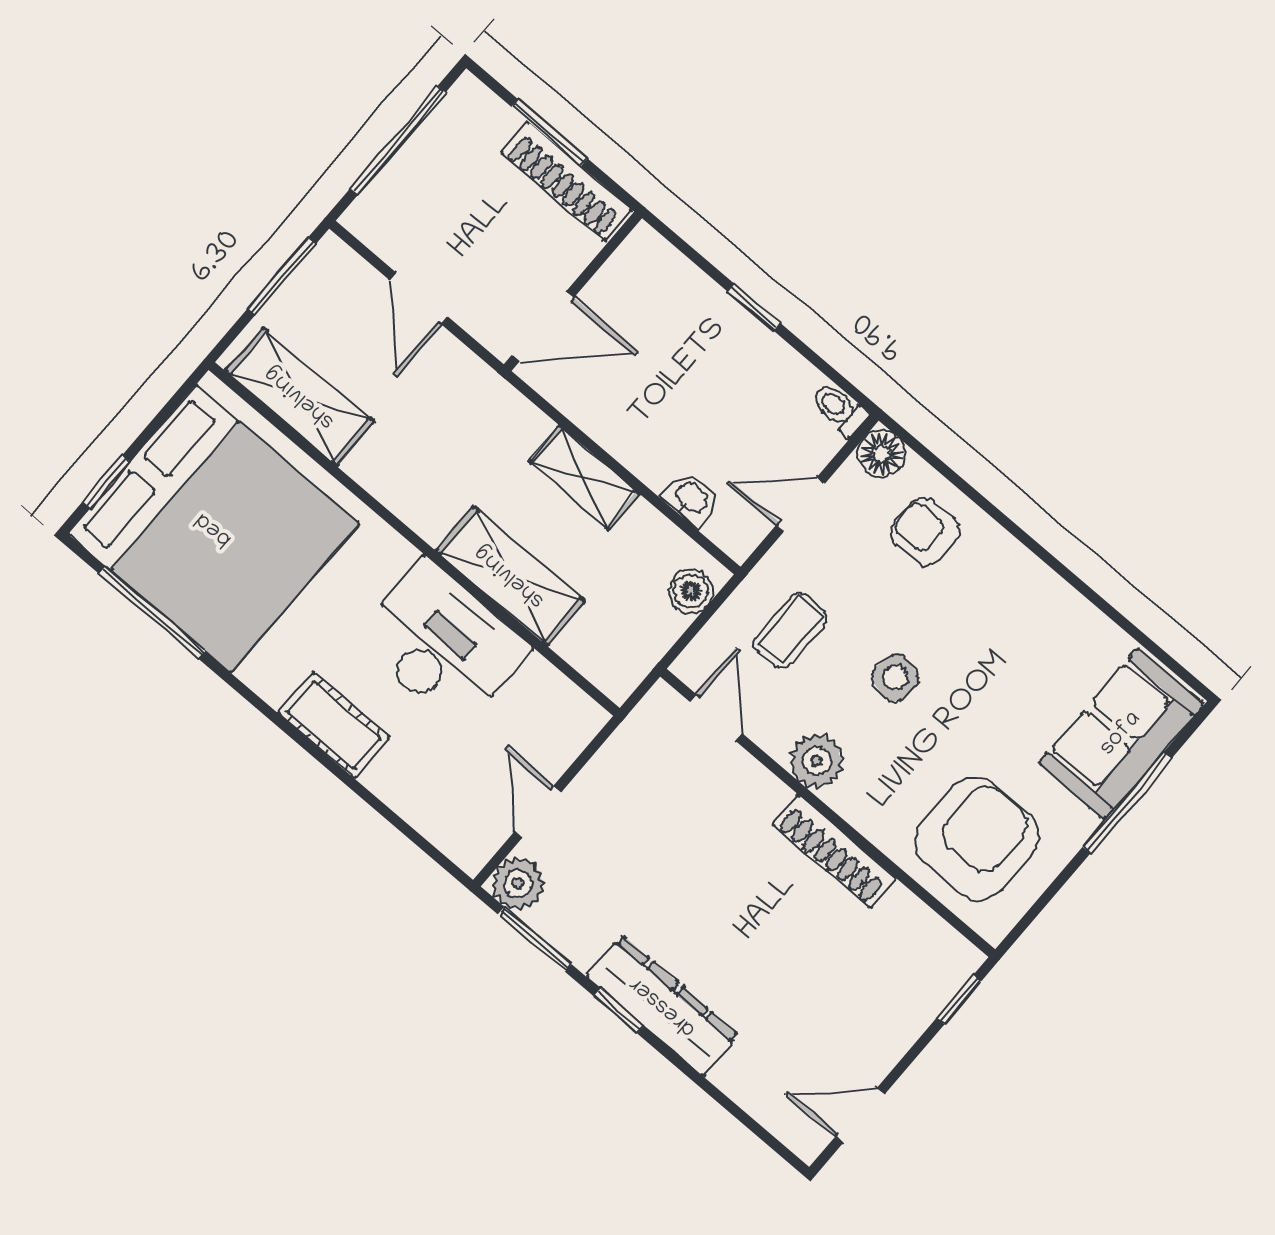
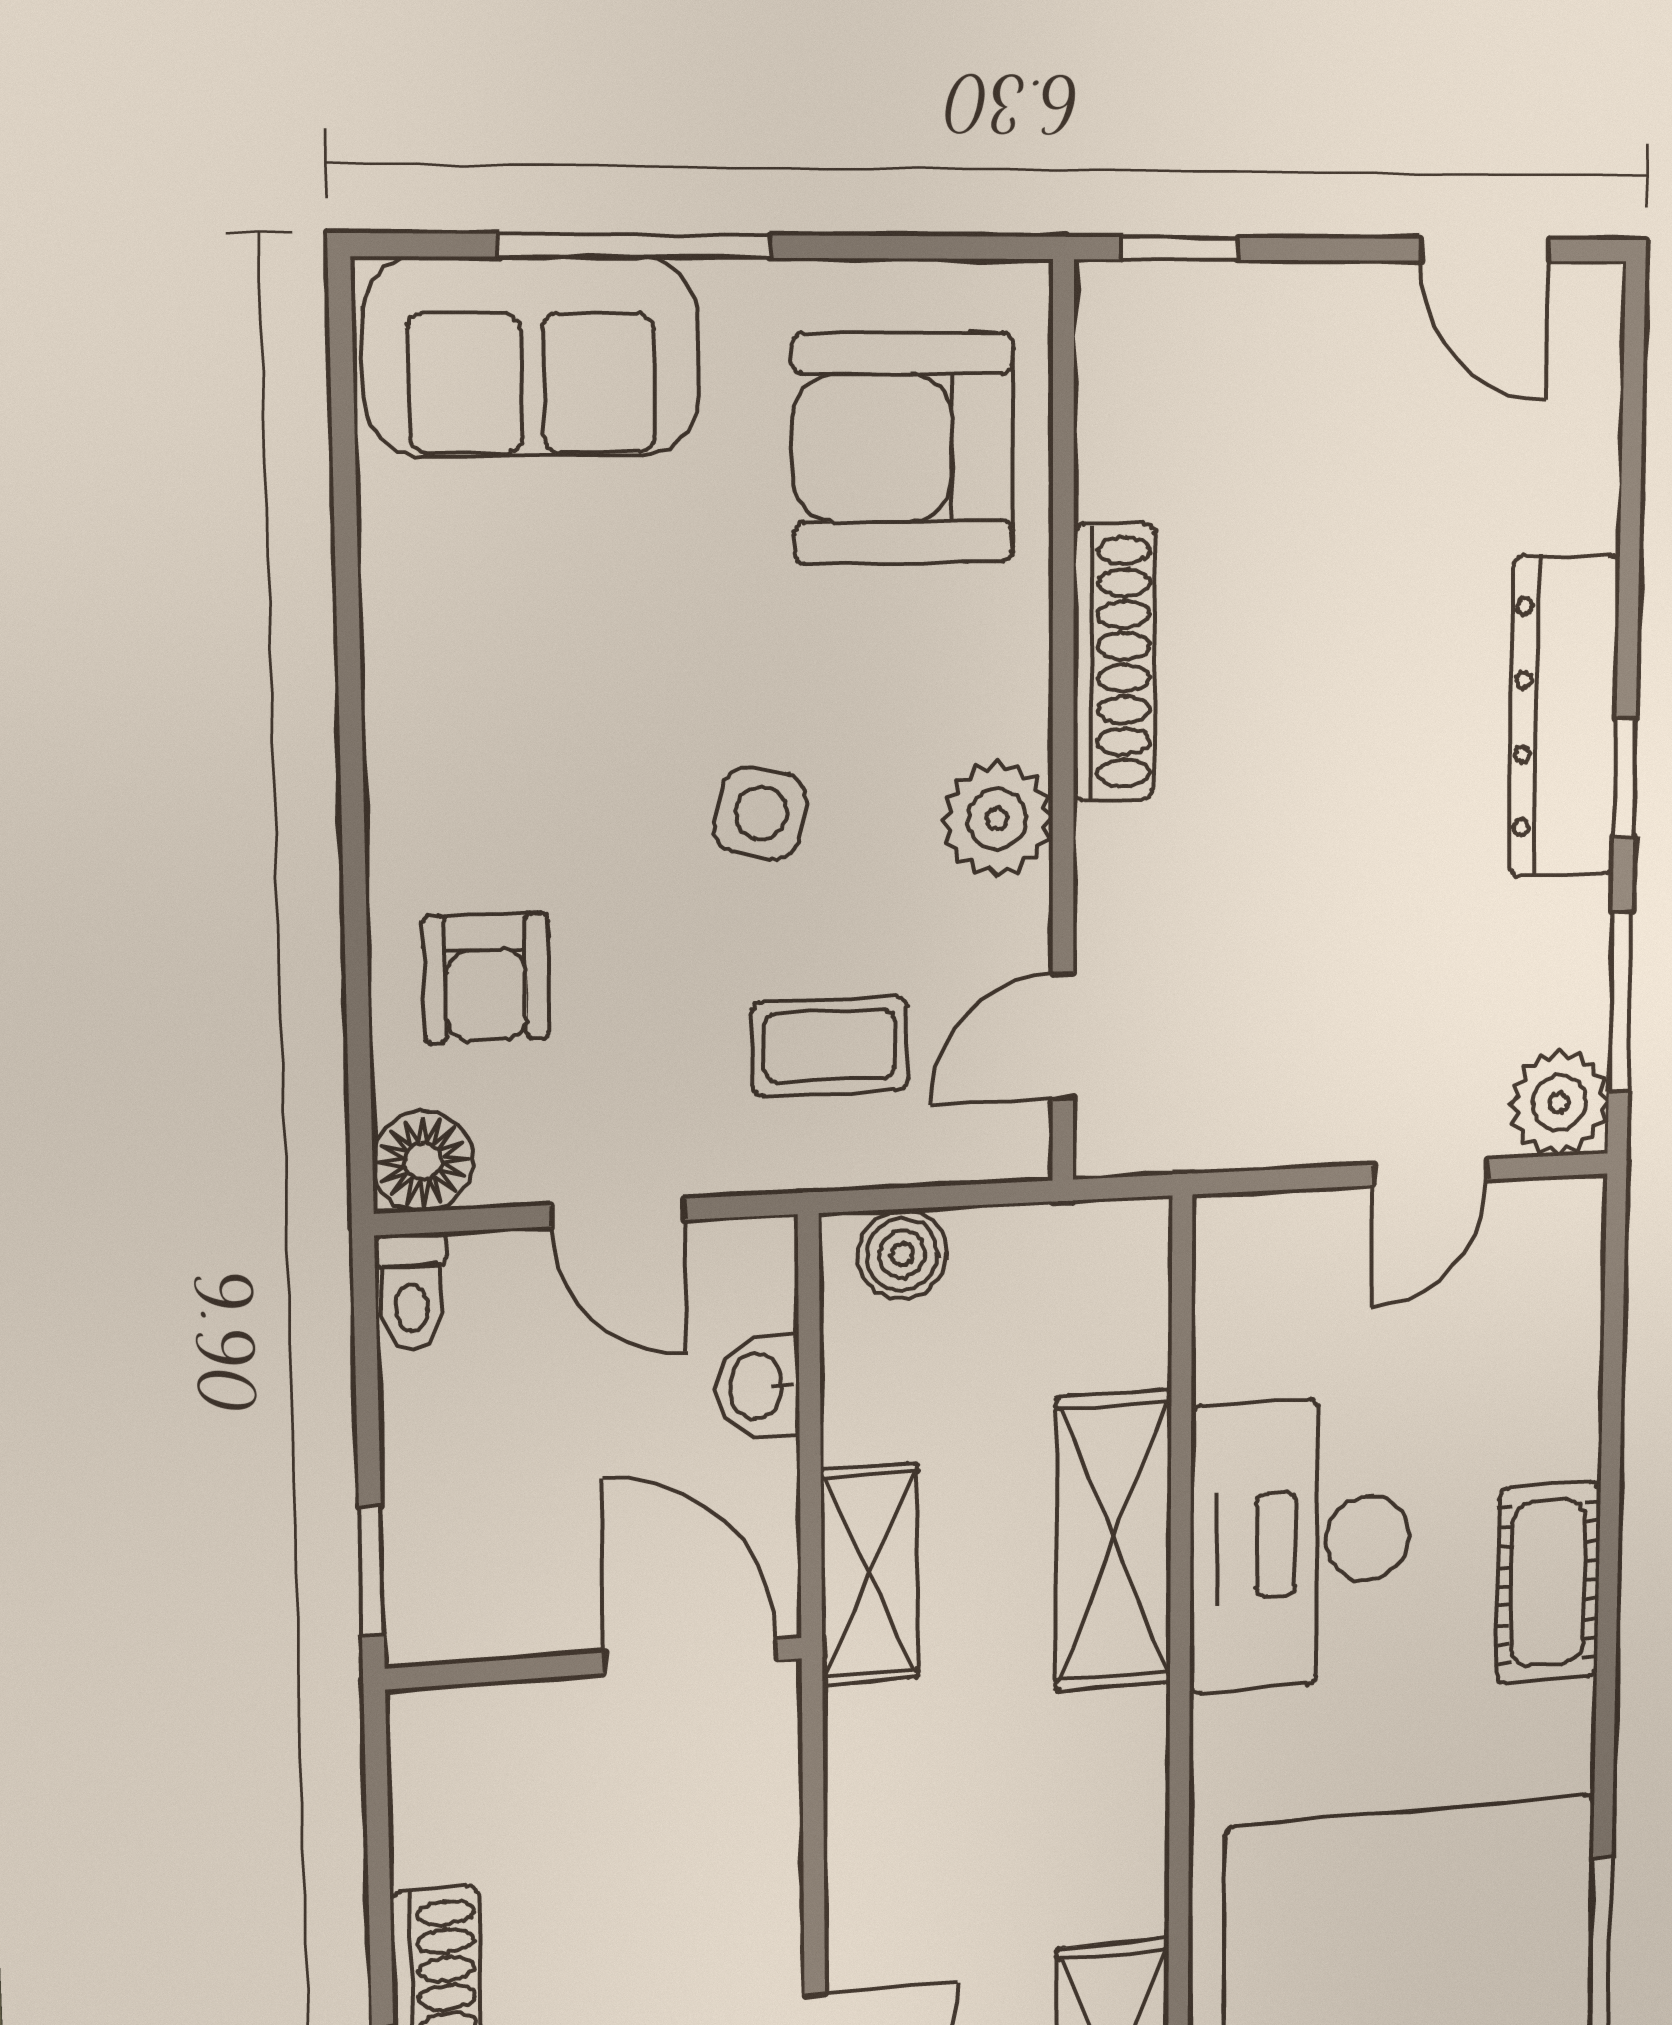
wall: (573, 291) -> (596, 1664), moved
door: (543, 326) -> (691, 1656), moved

